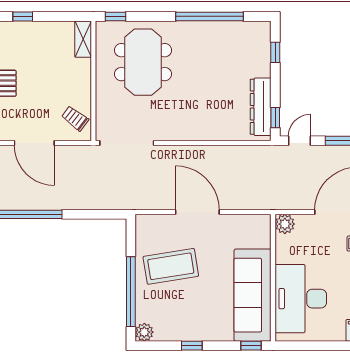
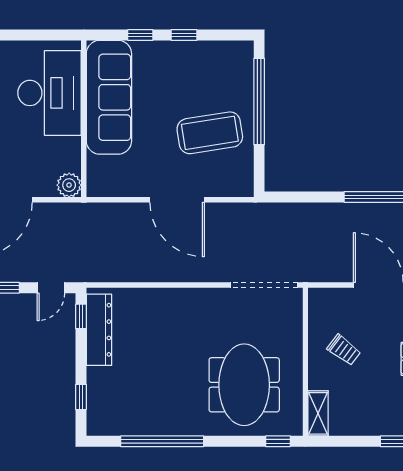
trolley: (75, 118) -> (344, 350), moved
plant: (144, 332) -> (243, 52), removed
window: (251, 346) -> (140, 35), moved

